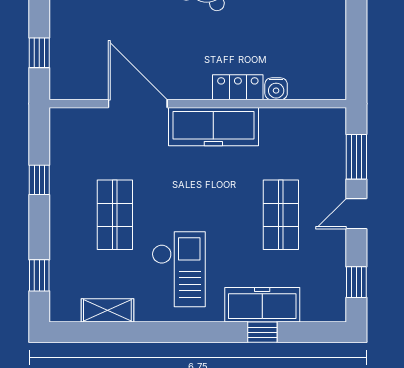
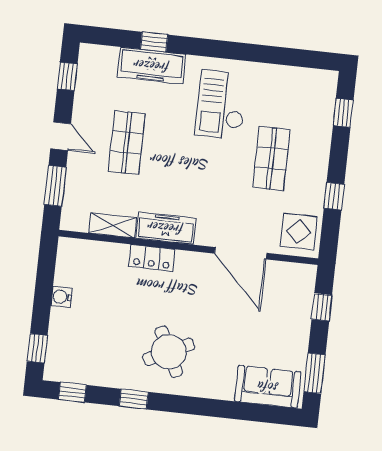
water cooler: (276, 89) -> (62, 297), moved, turned -90
freezer: (213, 127) -> (166, 228), width x0.73, depth x0.79
display table: (75, 135) -> (299, 232), added
door: (356, 214) -> (61, 136), hinge flipped
shelving: (107, 310) -> (113, 225), moved

